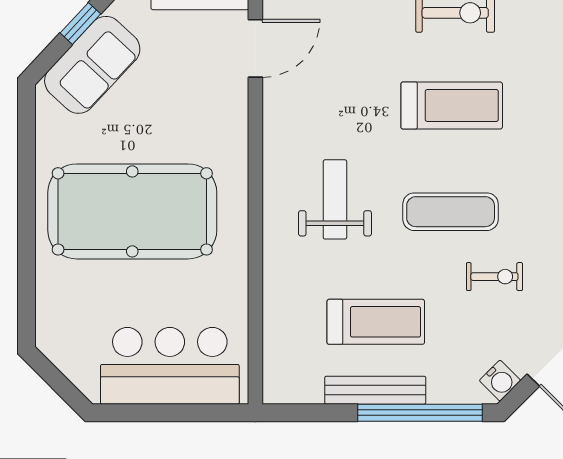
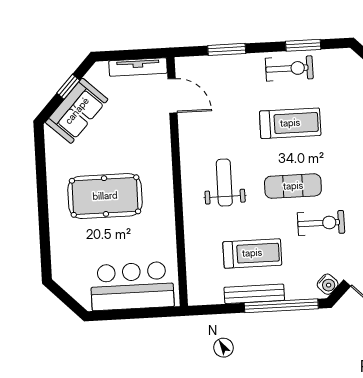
door: (255, 48) -> (172, 96), hinge flipped
pool table: (132, 211) -> (105, 196), width x0.73, depth x0.76
exercise bike: (494, 277) -> (321, 223), width x1.38, depth x1.39

